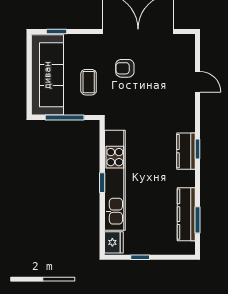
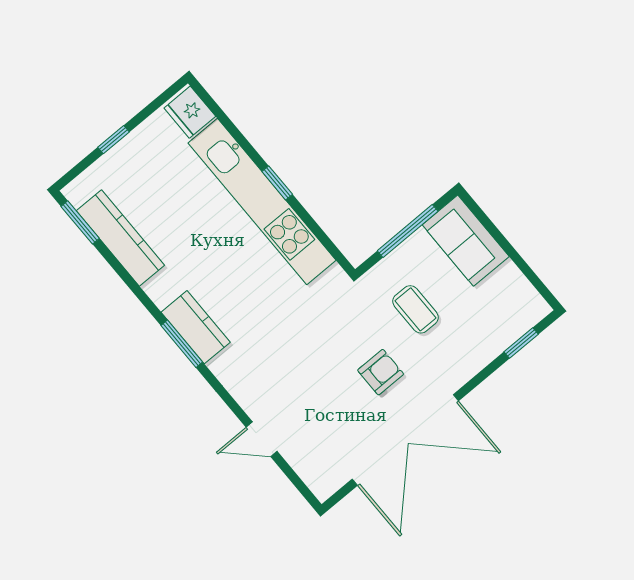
sofa: (47, 75) -> (466, 241), width x0.54, depth x0.79
window: (198, 149) -> (182, 344), width x1.50
window: (198, 220) -> (80, 222), moved
window: (140, 257) -> (114, 140), moved

